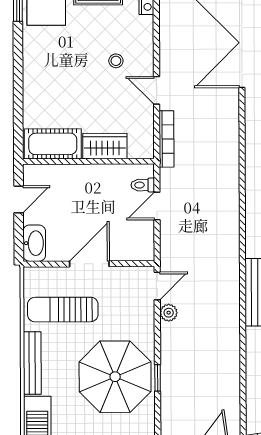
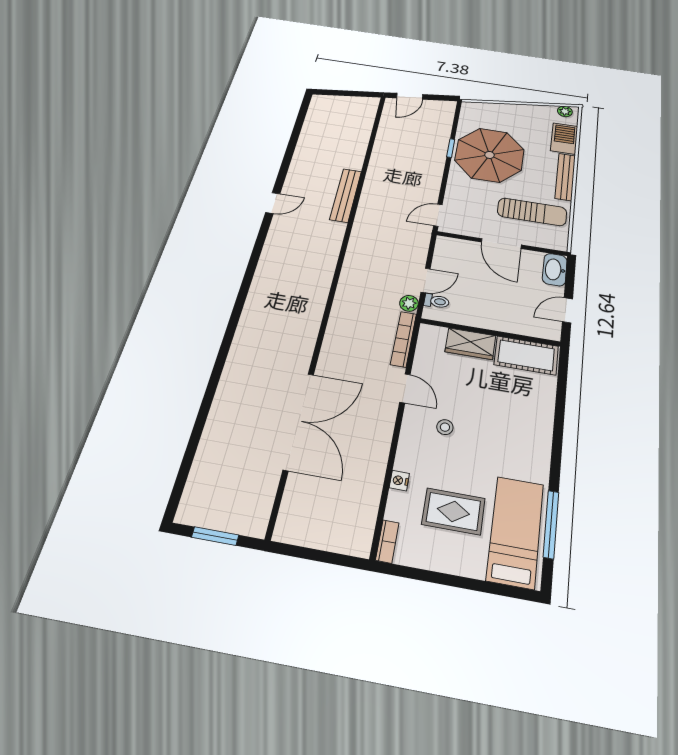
door: (89, 264) -> (501, 244), hinge flipped
plant: (169, 313) -> (409, 303), moved

